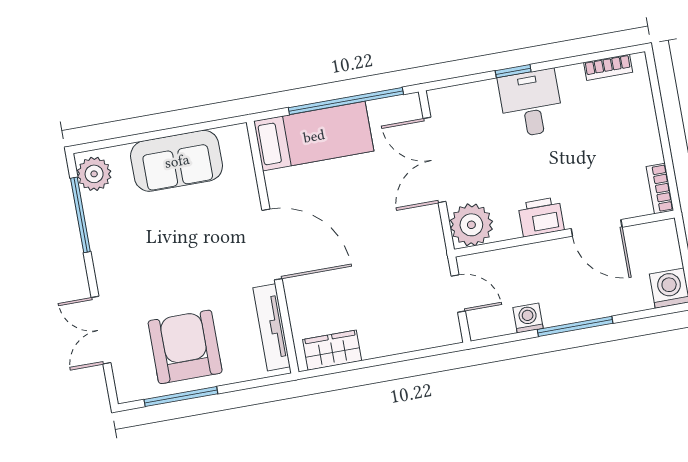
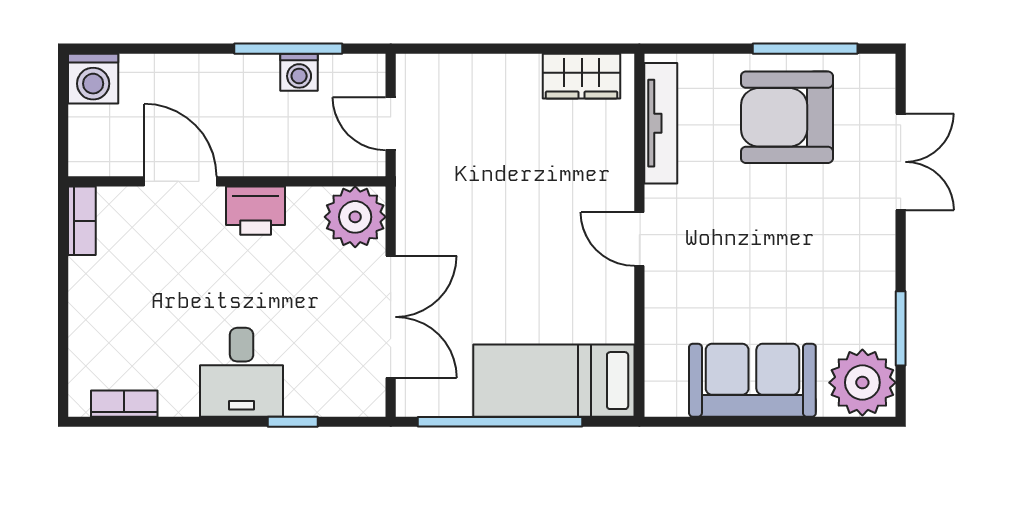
window: (513, 71) -> (293, 422), moved
plant: (94, 174) -> (862, 383), width x1.36, depth x1.36
window: (80, 215) -> (901, 328), width x0.69
door: (272, 244) -> (639, 239), width x0.53
window: (575, 326) -> (288, 49), moved
armchair: (185, 347) -> (787, 117), turned 90

